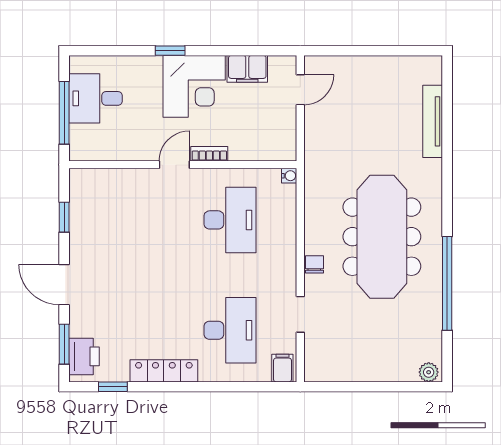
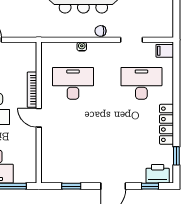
bookcase: (209, 154) -> (32, 90), width x1.56
water cooler: (289, 176) -> (82, 47), moved
window: (64, 344) -> (150, 186), width x0.67

